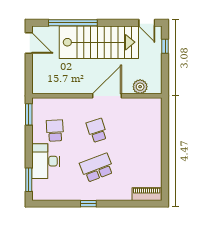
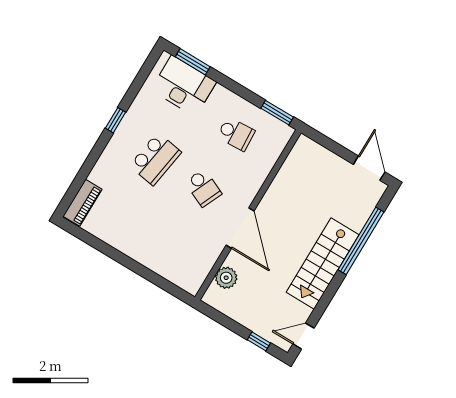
stairs: (99, 42) -> (323, 264), width x0.73, depth x0.66
door: (29, 43) -> (369, 168), swing flipped
school desk: (97, 130) -> (203, 188), turned 42
desk: (46, 161) -> (184, 86), moved
school desk: (97, 168) -> (155, 159), turned 30

